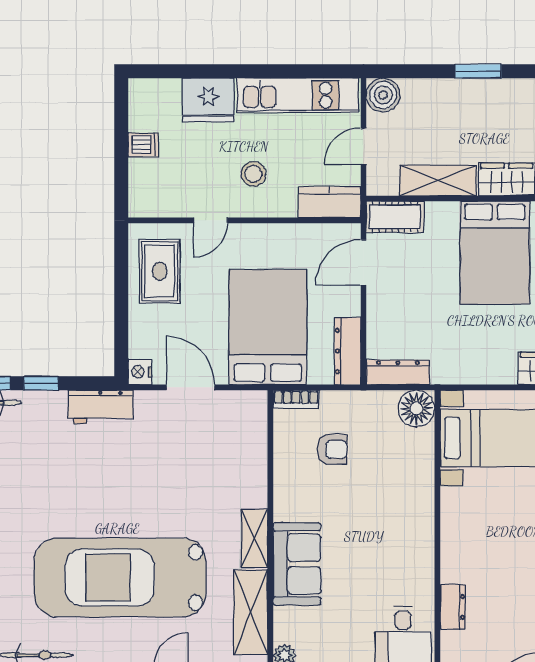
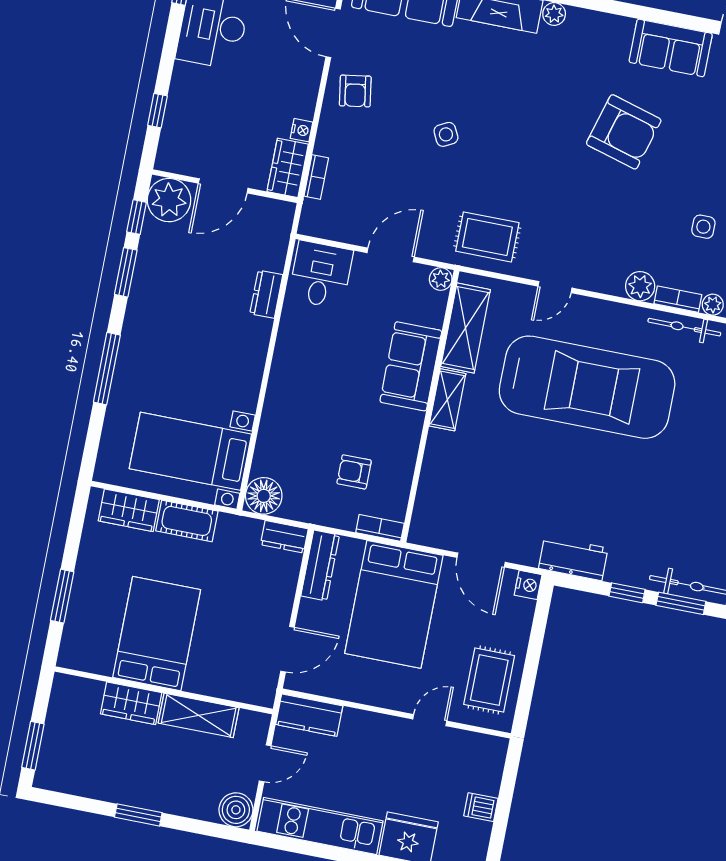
stool: (253, 174) -> (378, 757), removed
cot: (395, 217) -> (187, 521), moved
dresser: (398, 372) -> (284, 537), width x0.70

